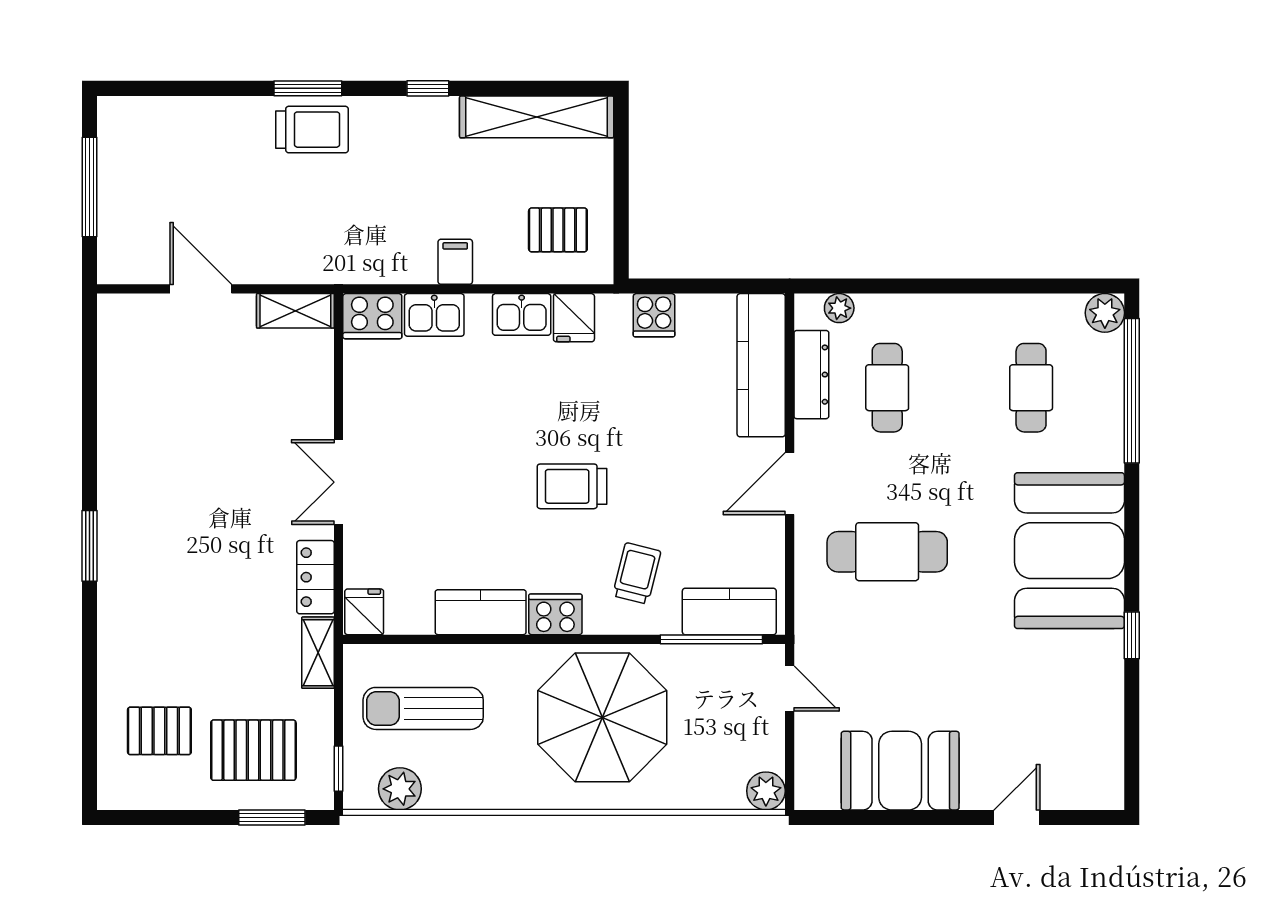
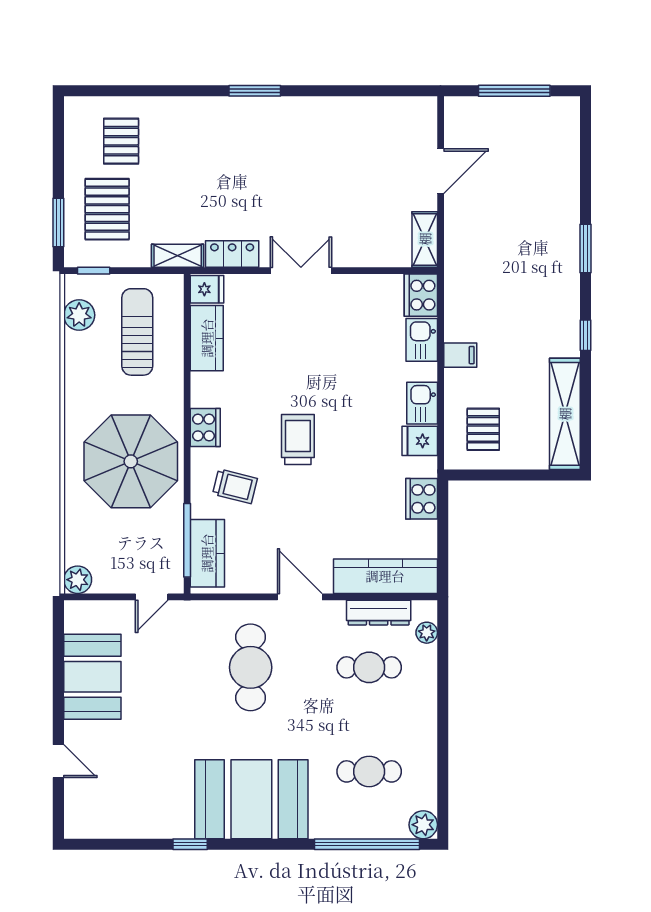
trolley: (312, 130) -> (556, 251), removed
cooker: (654, 315) -> (422, 499), width x1.36
kitchen counter: (481, 612) -> (207, 338), moved

